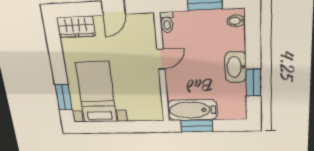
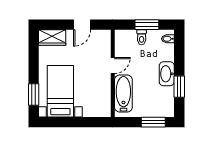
toilet: (167, 22) -> (142, 37), moved
bathtub: (192, 110) -> (123, 94), moved, turned 90
window: (197, 126) -> (153, 122), moved

